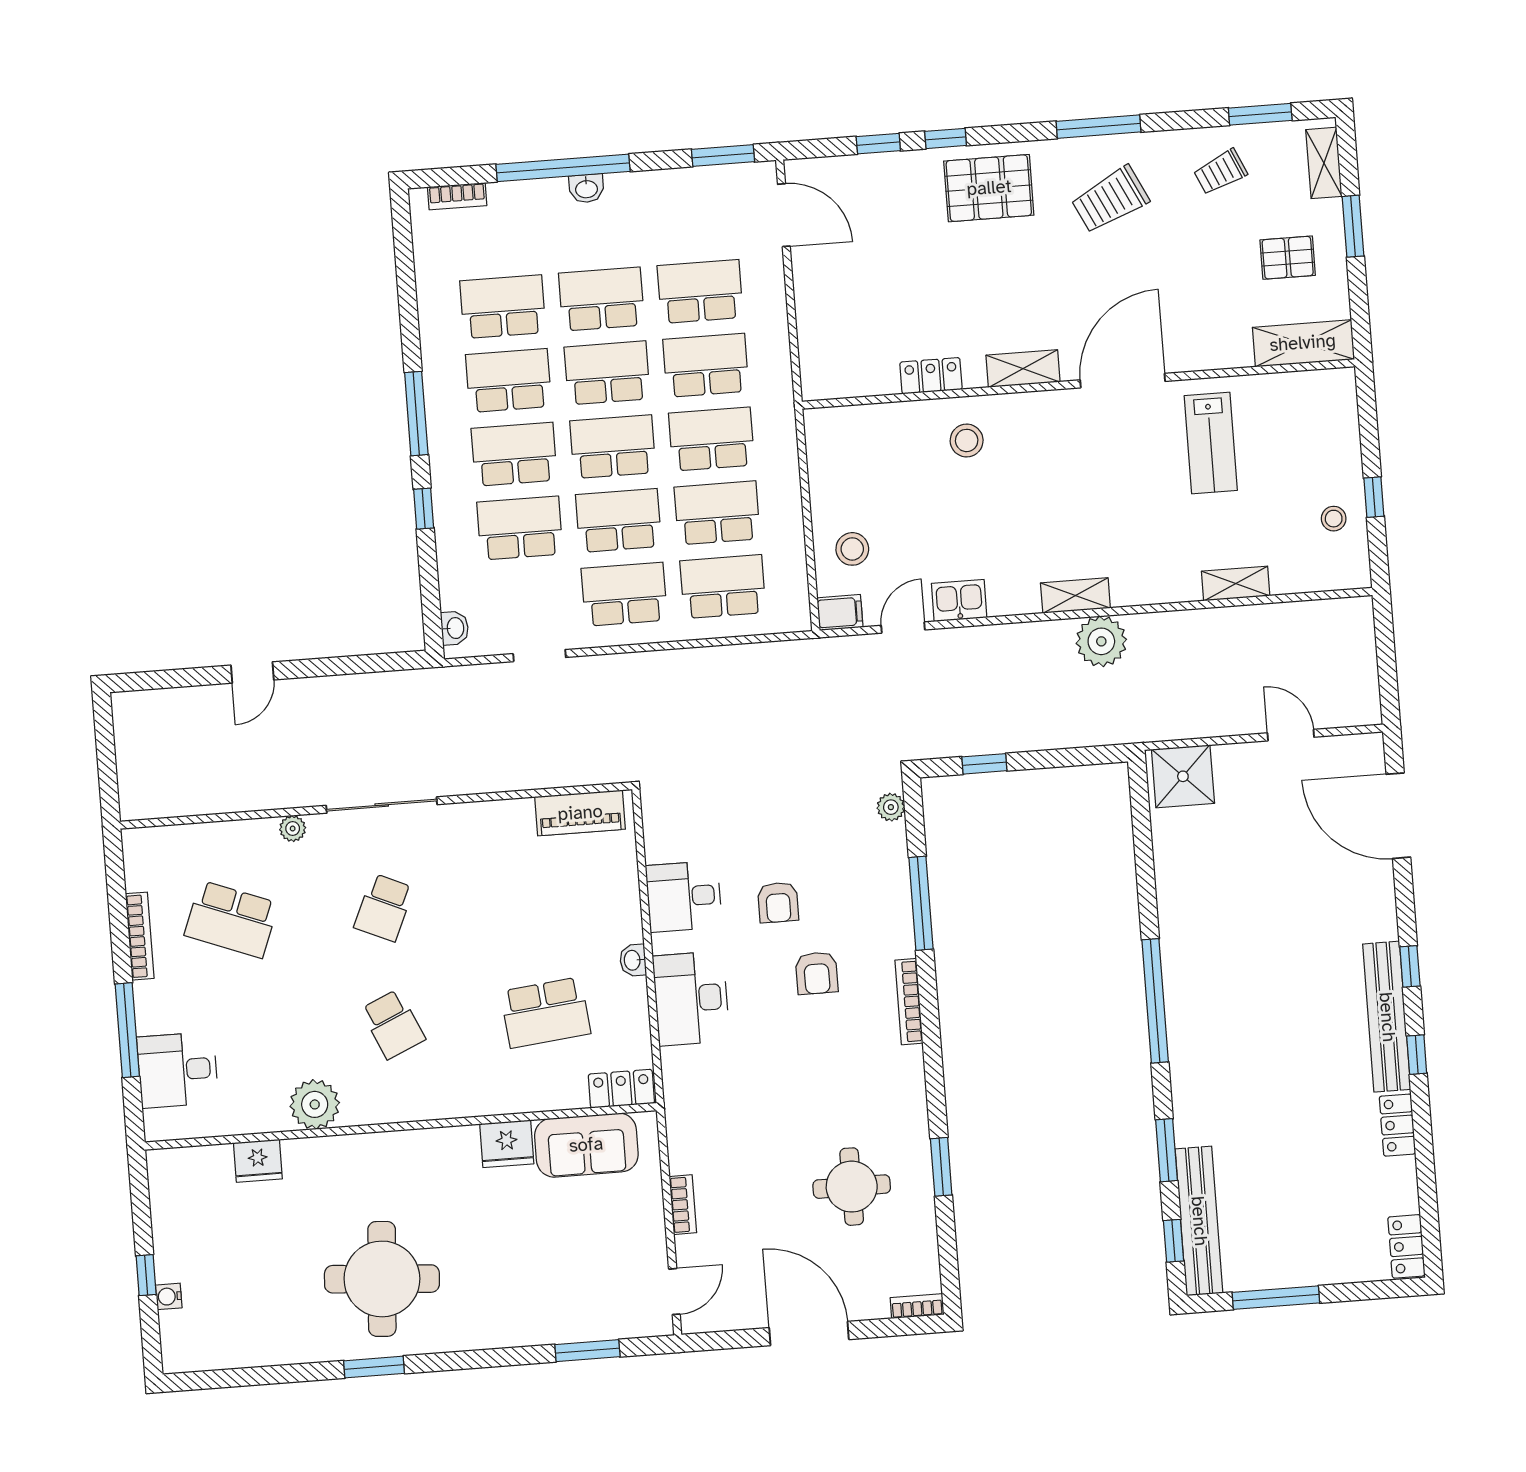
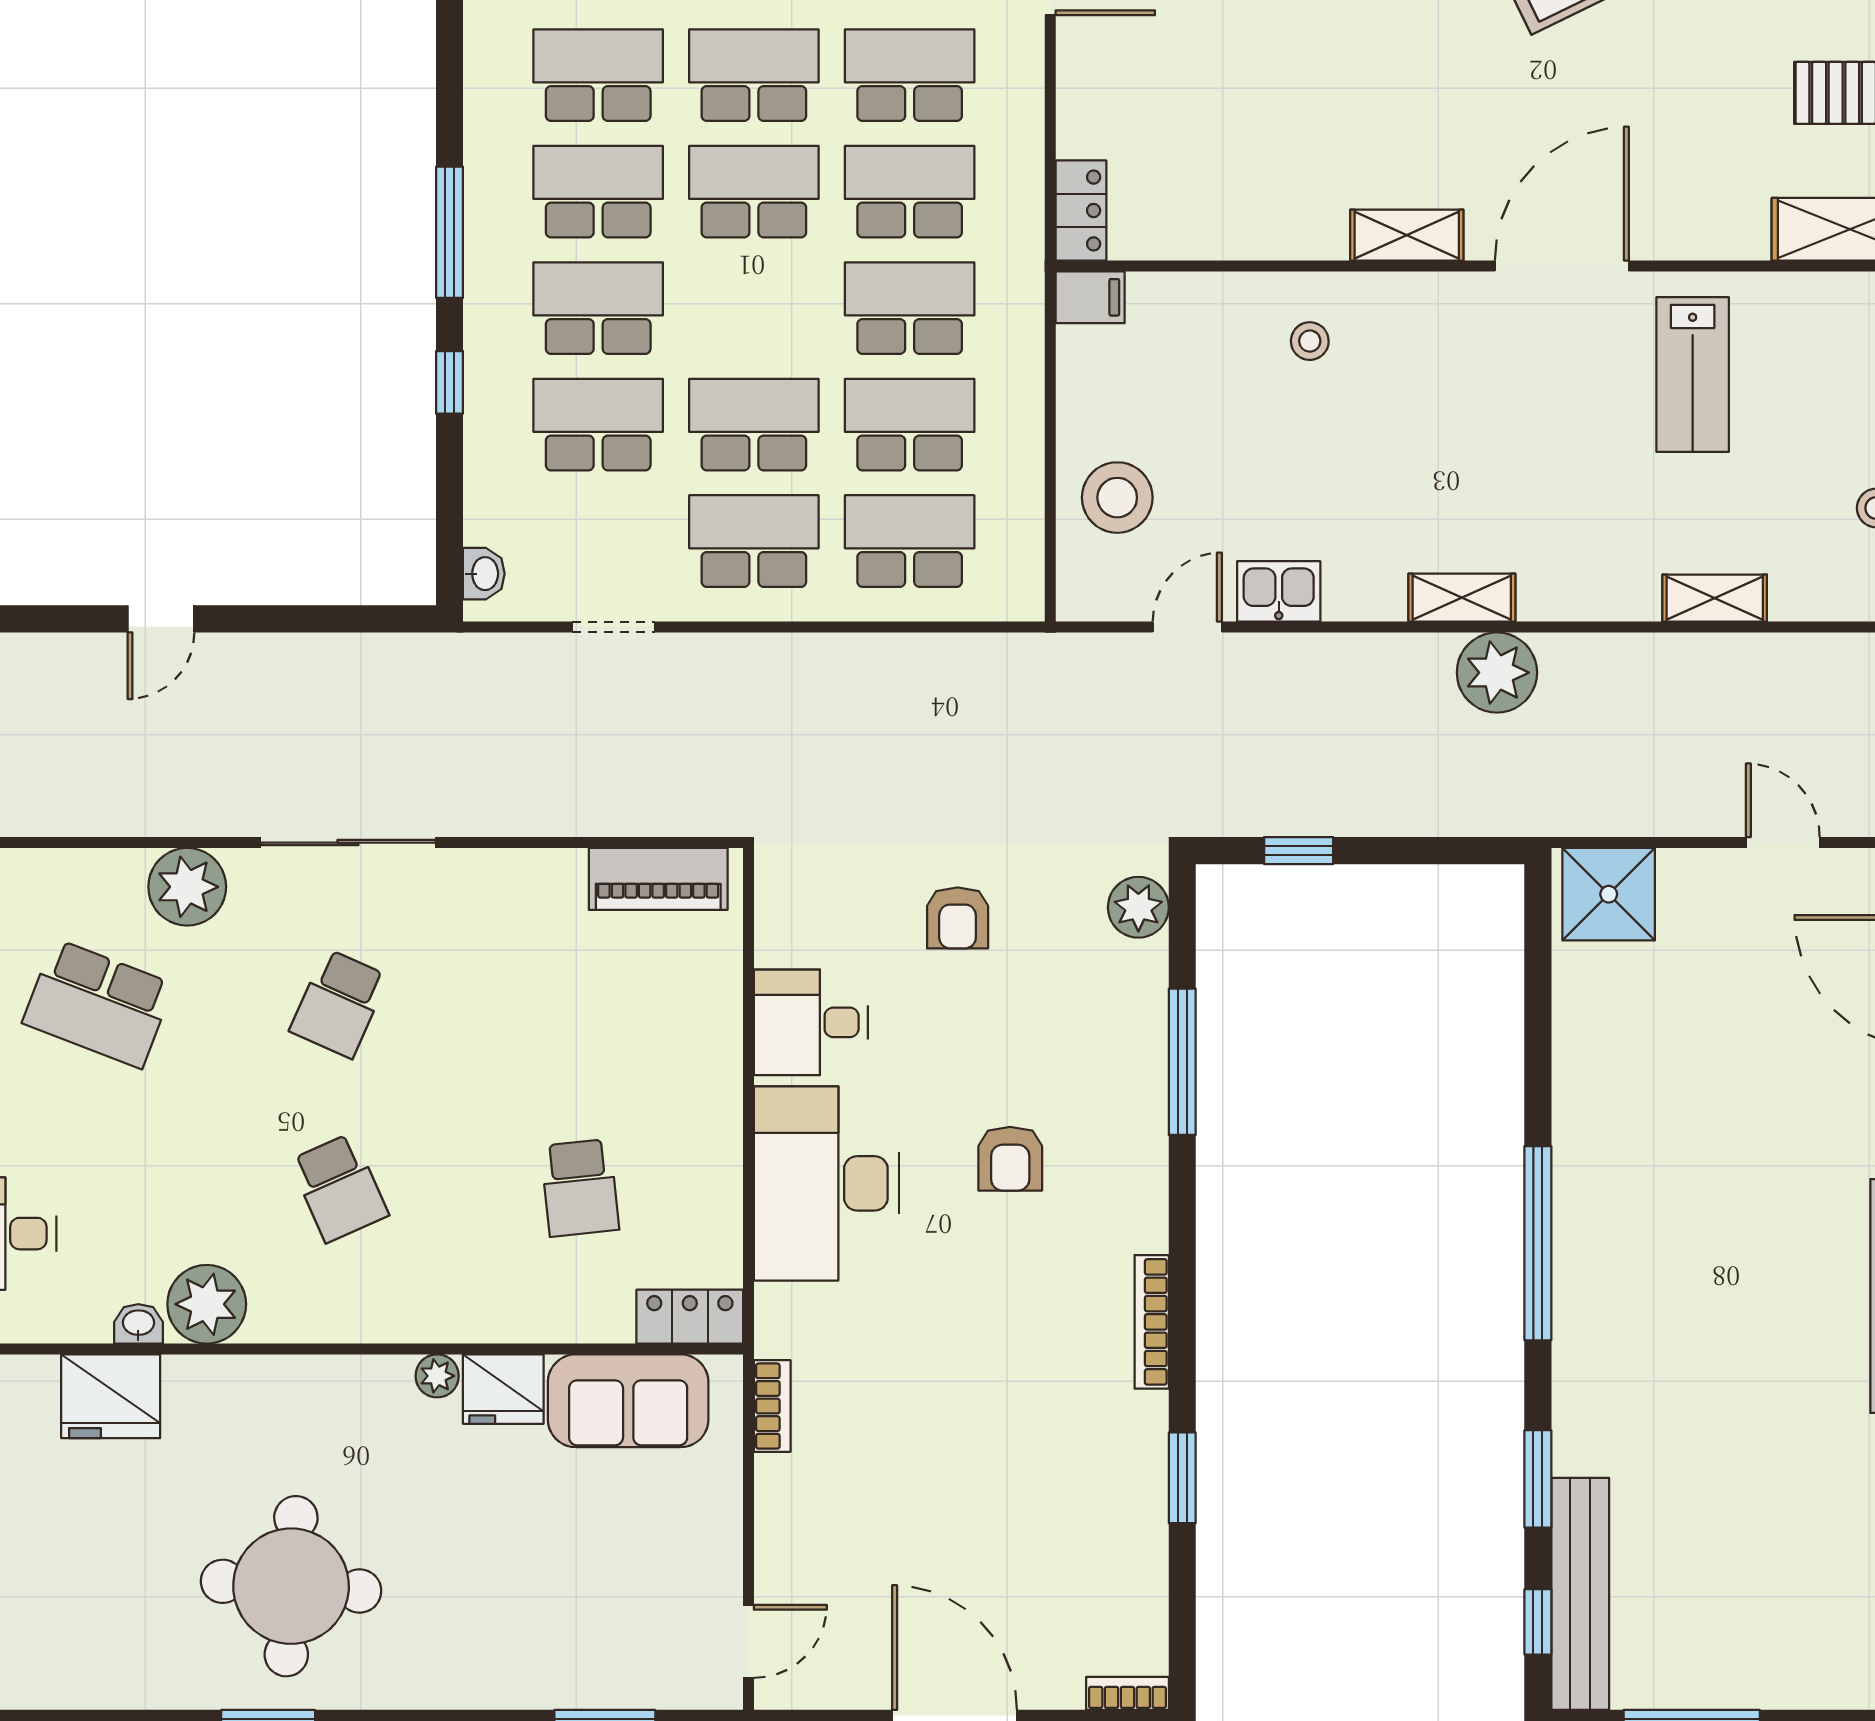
locker: (931, 376) -> (1081, 211), moved, turned 90
stool: (967, 440) -> (1310, 341), width x0.73, depth x0.73
school desk: (613, 447) -> (754, 308), removed
stool: (852, 549) -> (1117, 498), width x1.38, depth x1.38
filing cabinet: (840, 613) -> (1090, 297), moved
plant: (891, 807) -> (1138, 907), width x1.38, depth x1.38
plant: (293, 829) -> (187, 887), width x1.88, depth x1.88
armchair: (778, 902) -> (958, 918), moved
washbasin: (633, 960) -> (138, 1324), moved, turned 90
desk: (691, 998) -> (827, 1183), width x1.36, depth x1.30
bookcase: (909, 1002) -> (1152, 1322), moved
school desk: (545, 1013) -> (580, 1188), width x0.54
plant: (464, 1139) -> (437, 1376), added
fridge: (258, 1161) -> (111, 1396), width x1.36, depth x1.34
round table: (852, 1187) -> (1039, 1498), removed
bookcase: (683, 1205) -> (772, 1406), moved

